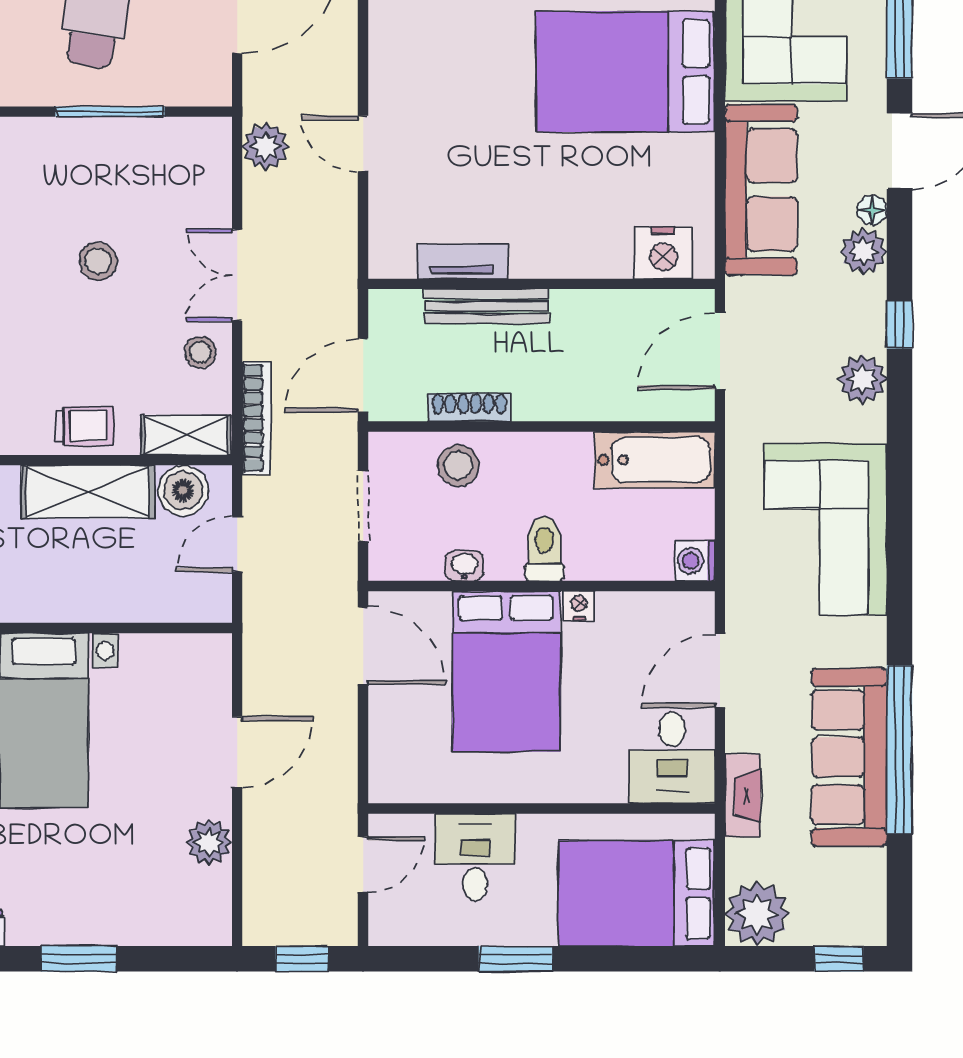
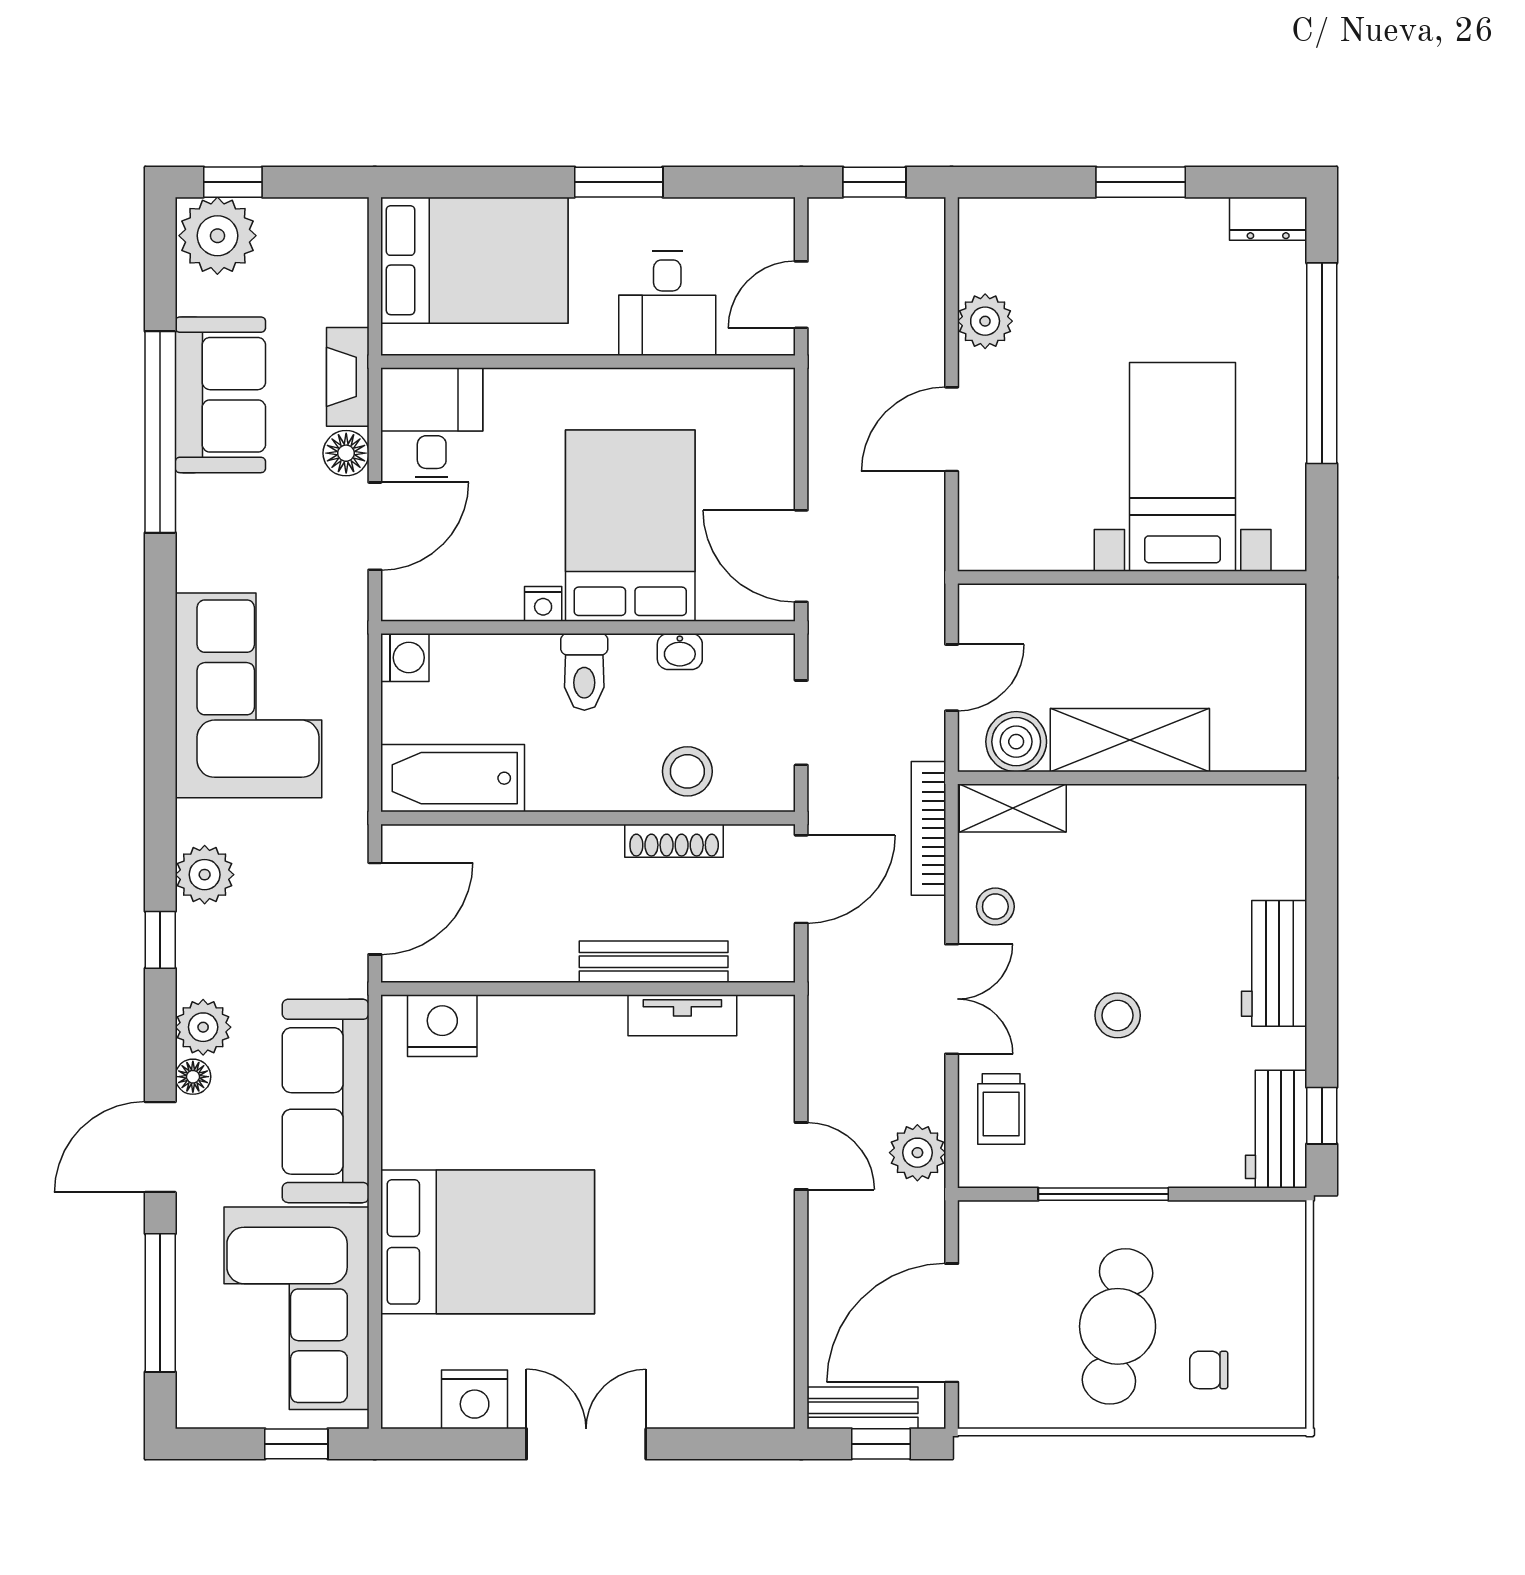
trolley: (84, 426) -> (1001, 1109), moved, turned -90
floor lamp: (744, 732) -> (346, 453), added
sofa: (849, 757) -> (220, 395), width x0.73
plant: (757, 914) -> (217, 236), moved

